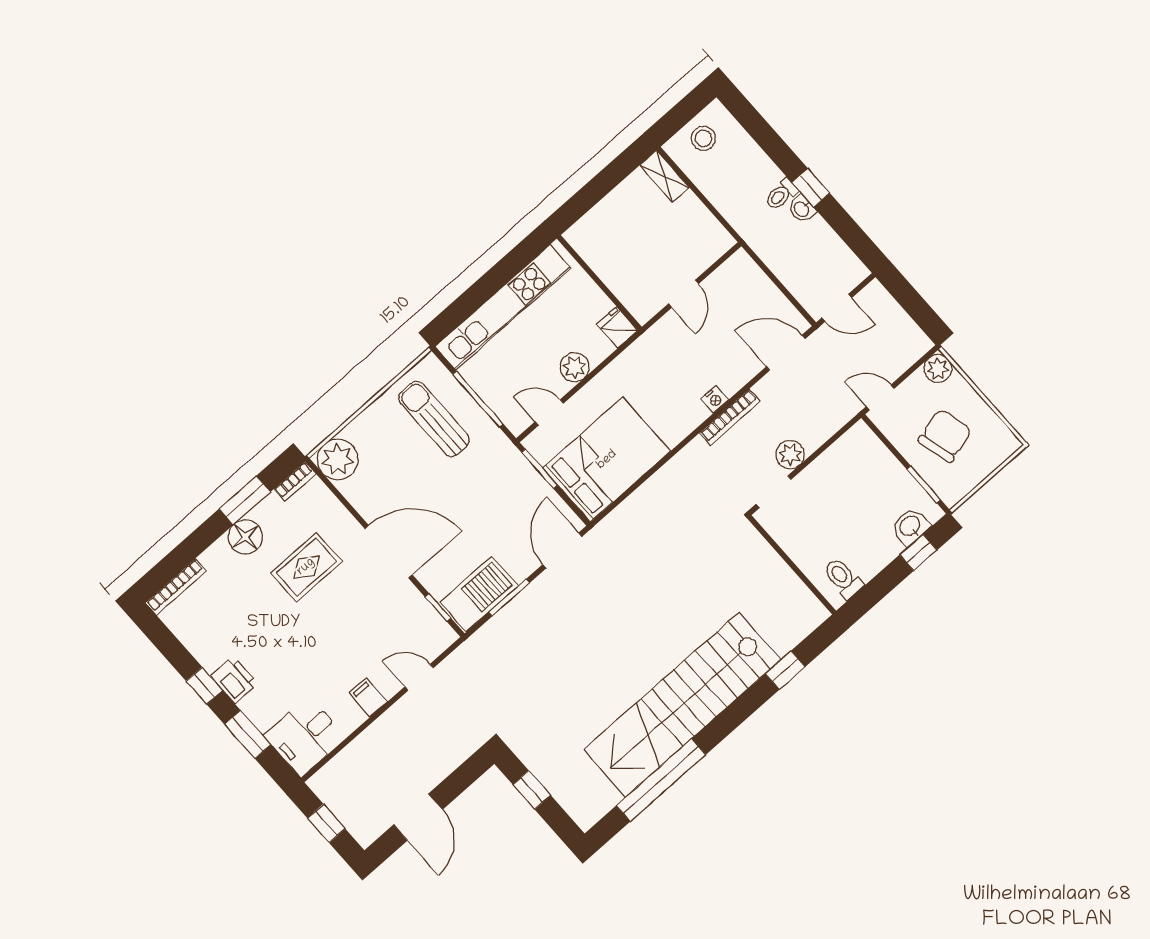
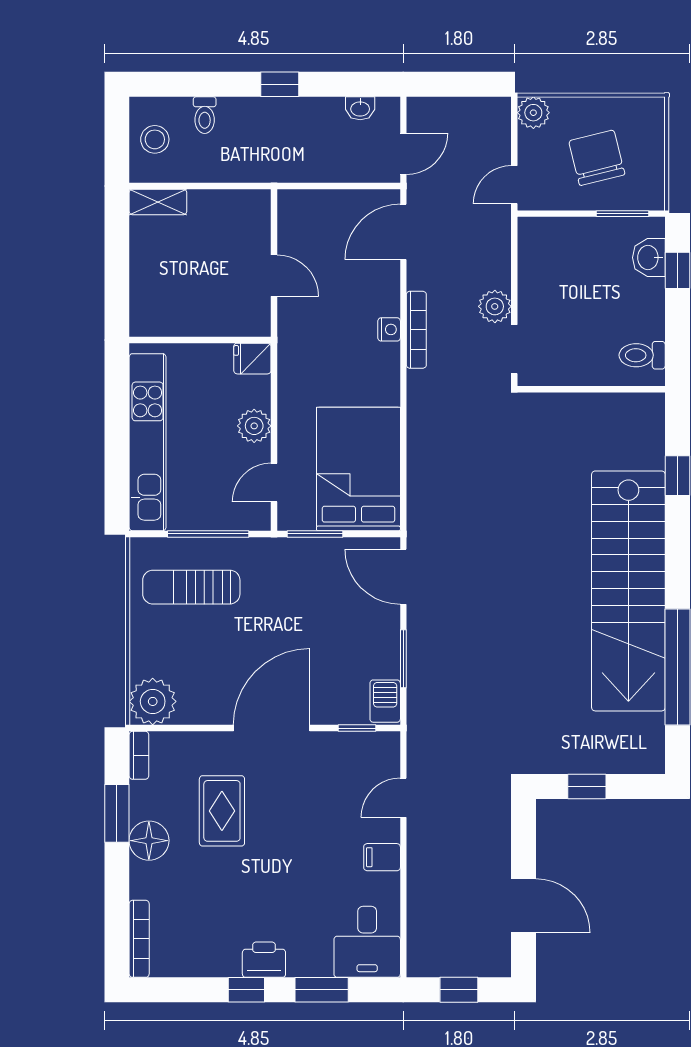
toilet: (781, 194) -> (205, 115), moved
washbasin: (802, 209) -> (360, 108), moved
barbecue: (479, 594) -> (385, 701), width x0.53, depth x0.65

